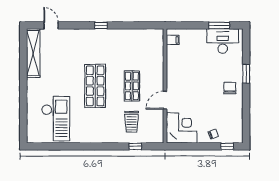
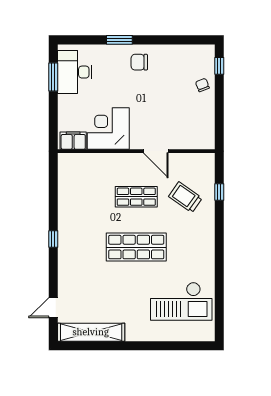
filing cabinet: (173, 40) -> (73, 141), width x2.00
checkout: (56, 119) -> (181, 301), turned 180
trolley: (131, 122) -> (185, 197), turned -145
corner desk: (182, 128) -> (108, 128), moved

